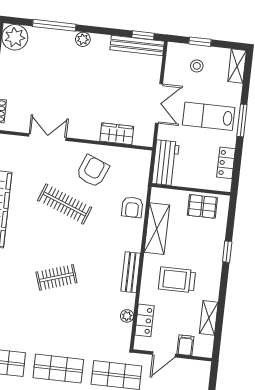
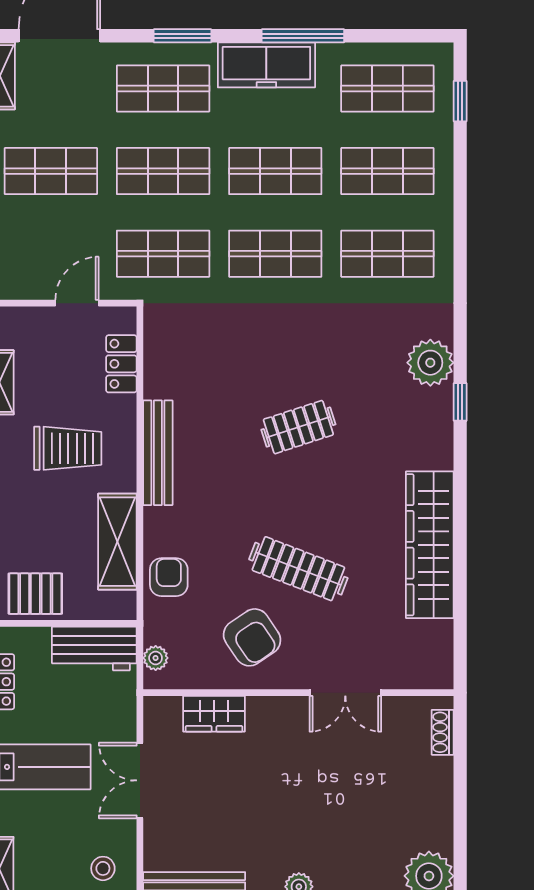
stool: (197, 66) -> (103, 868), moved
workbench: (166, 163) -> (94, 648), moved, turned -90
armchair: (93, 171) -> (252, 637), turned -56
bench: (131, 272) -> (158, 453), width x1.36
plant: (127, 316) -> (156, 658), moved
filing cabinet: (185, 345) -> (38, 325), removed

